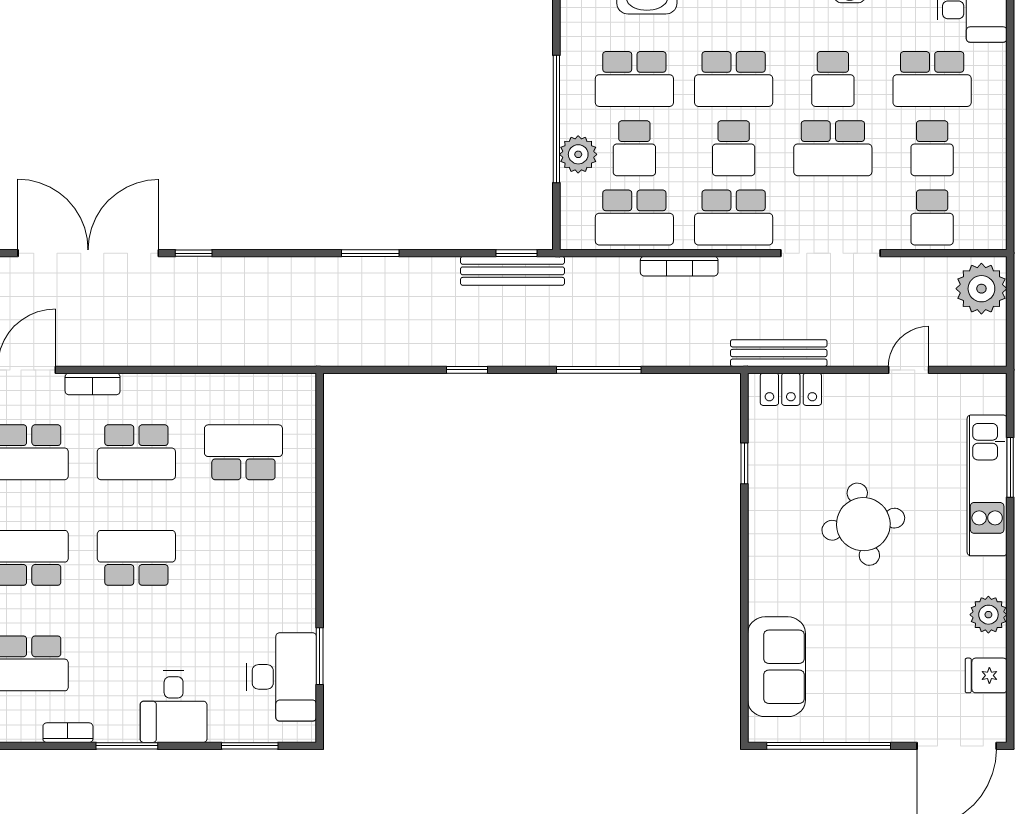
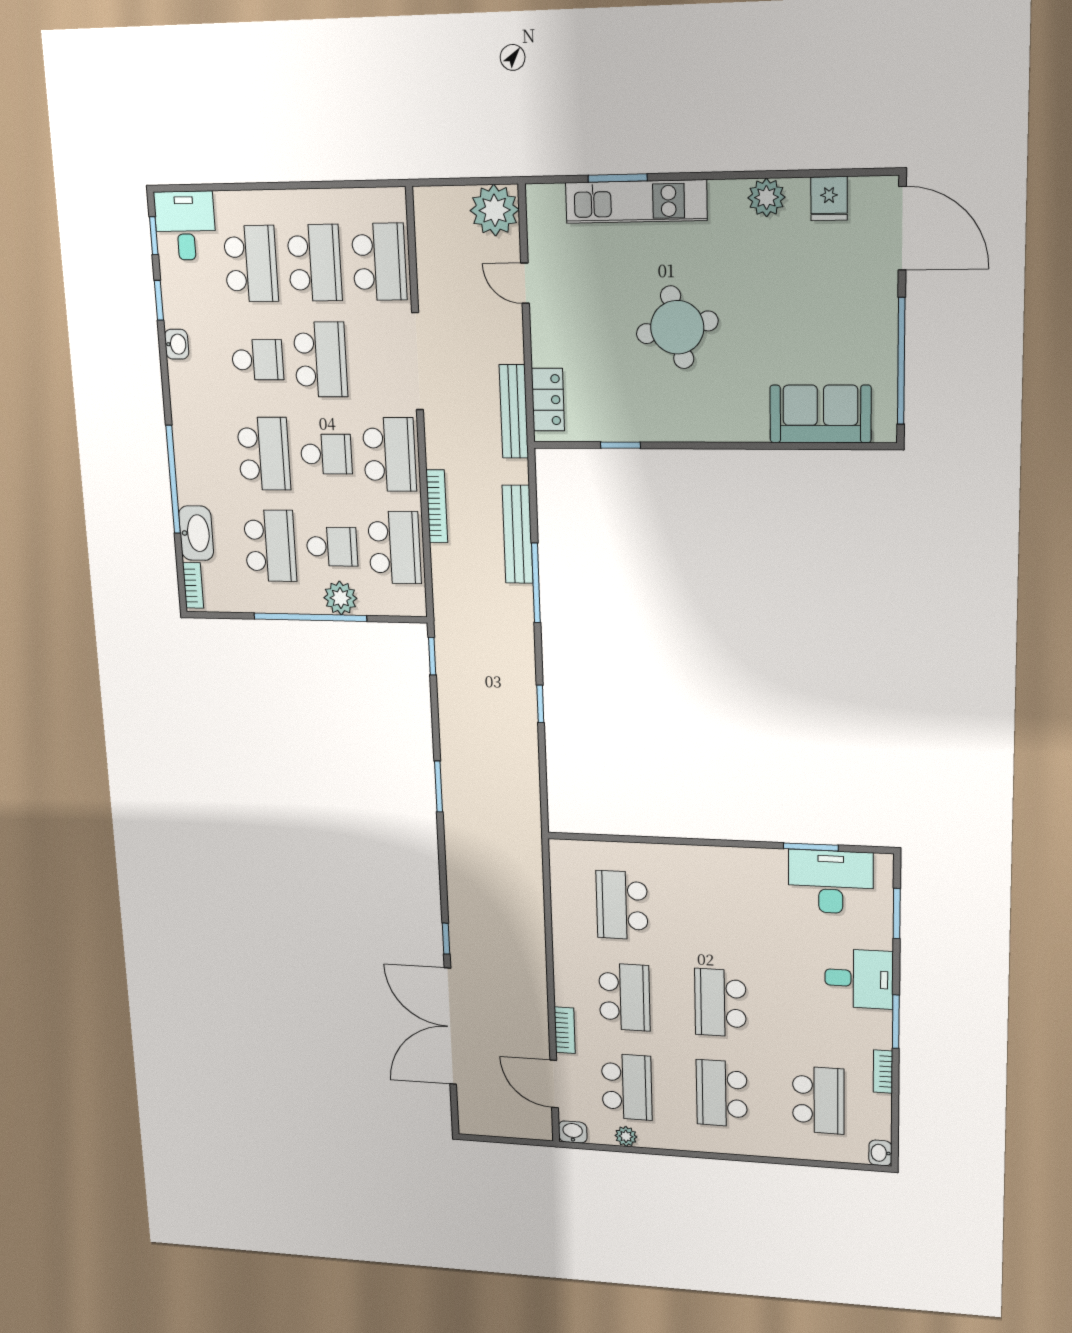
school desk: (932, 148) -> (315, 263), width x1.85
school desk: (932, 218) -> (379, 262), width x1.85
bench: (512, 271) -> (518, 534), moved
plant: (981, 289) -> (495, 210), moved

